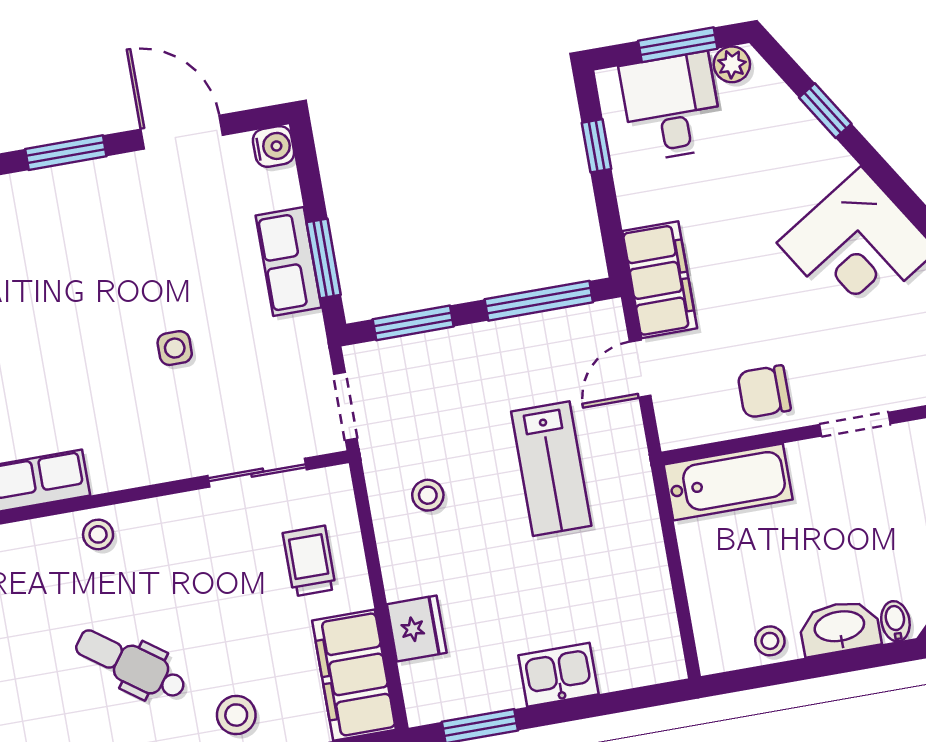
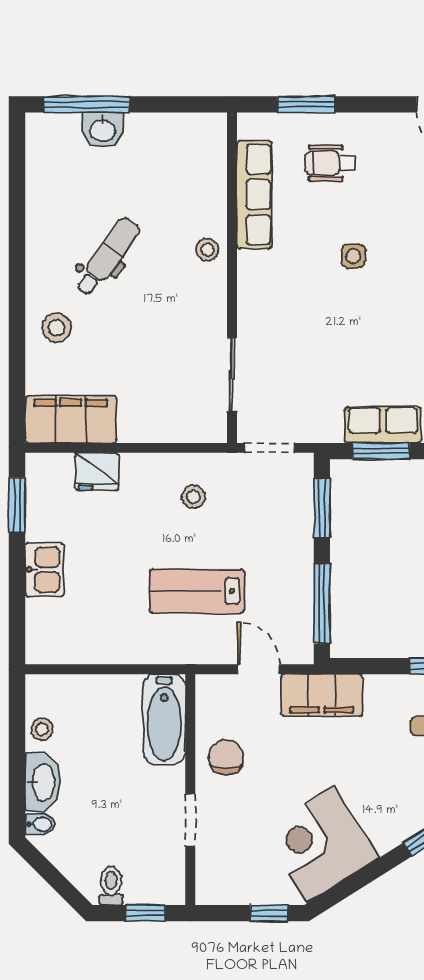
side table: (175, 348) -> (353, 256), moved
trolley: (309, 561) -> (160, 401), removed

